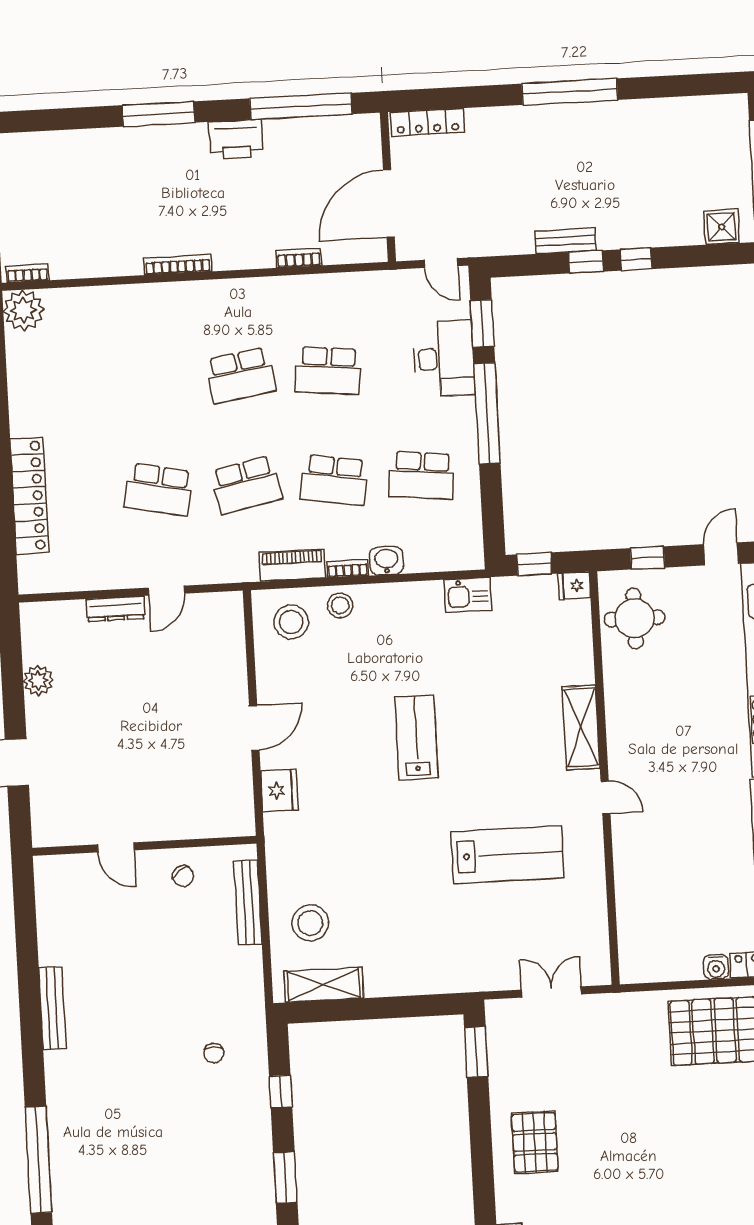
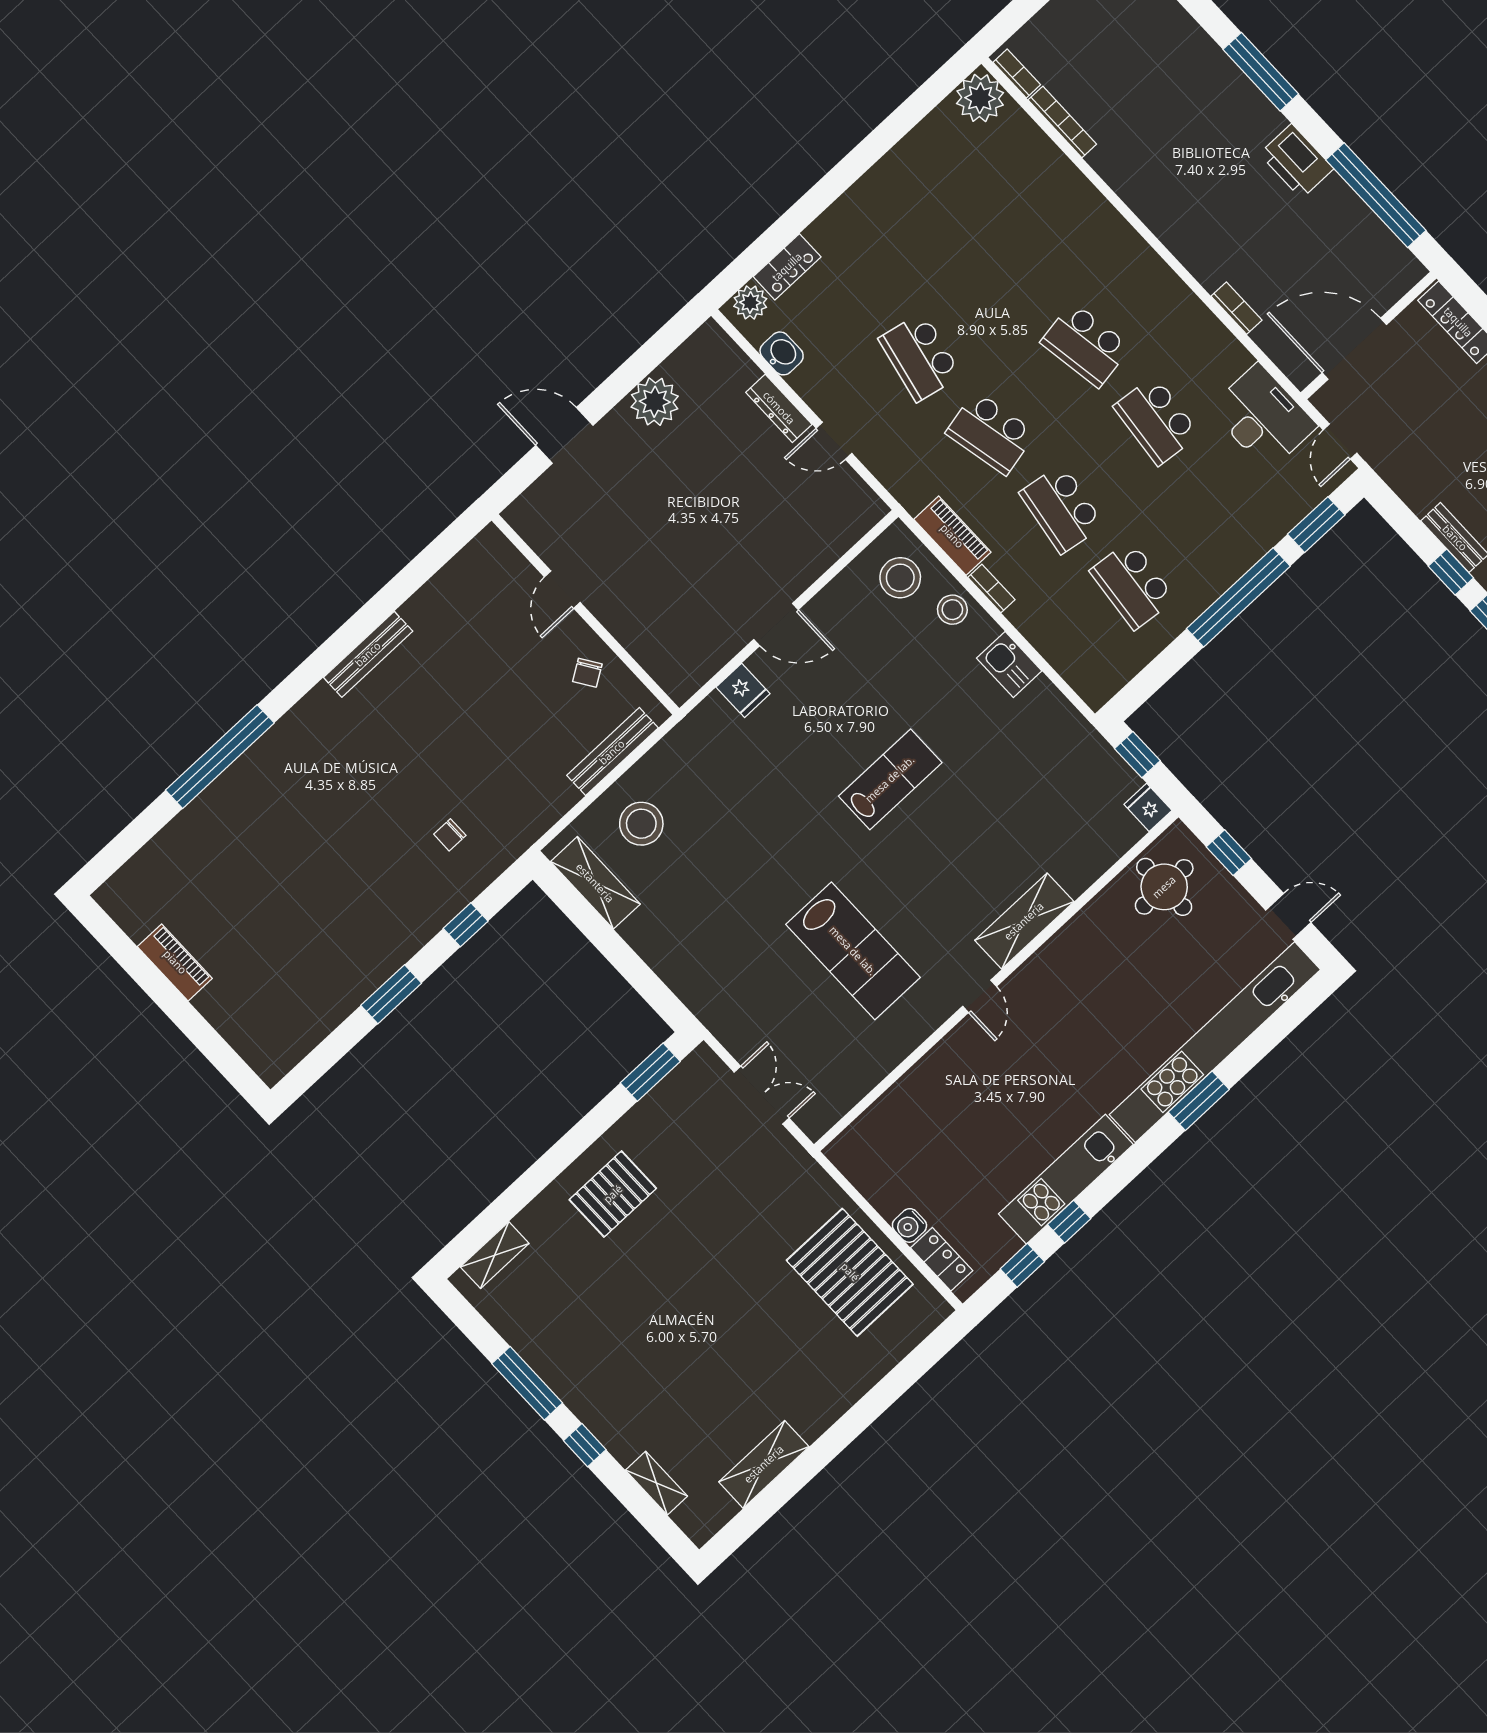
bookcase: (178, 265) -> (1062, 122), moved
desk: (444, 359) -> (1263, 417), moved, turned -90
locker: (29, 496) -> (787, 267), width x0.46, depth x0.83
washbasin: (386, 561) -> (782, 353), moved
plant: (32, 570) -> (750, 302), added
kitchen sink: (468, 595) -> (1009, 664), moved
plant: (38, 680) -> (655, 402), width x1.36, depth x1.36
fridge: (279, 790) -> (743, 690), width x0.72

